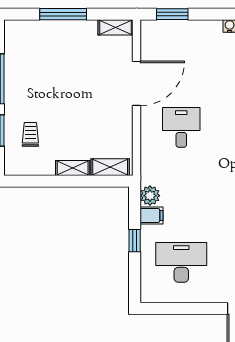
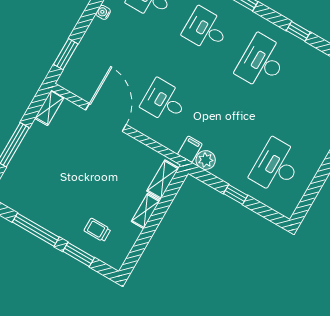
filing cabinet: (151, 216) -> (190, 149), moved

